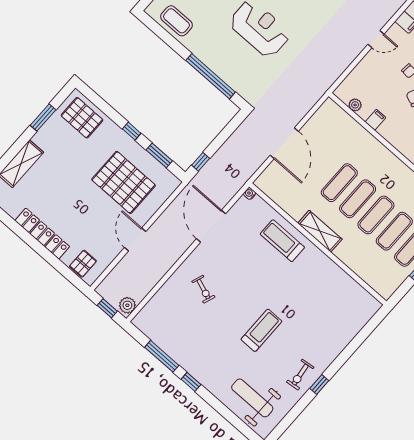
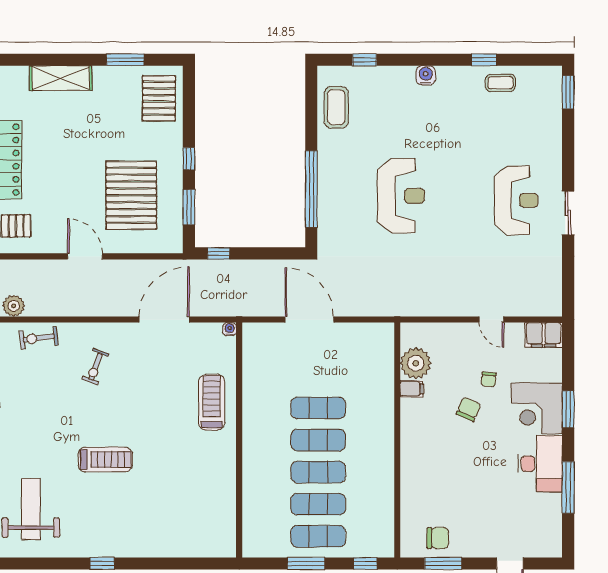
plant: (355, 105) -> (416, 363), width x1.88, depth x1.88
door: (284, 143) -> (309, 320), swing flipped
shelving: (320, 231) -> (254, 431), removed
door: (135, 240) -> (85, 256), hinge flipped
exercise bike: (300, 375) -> (39, 338), moved

